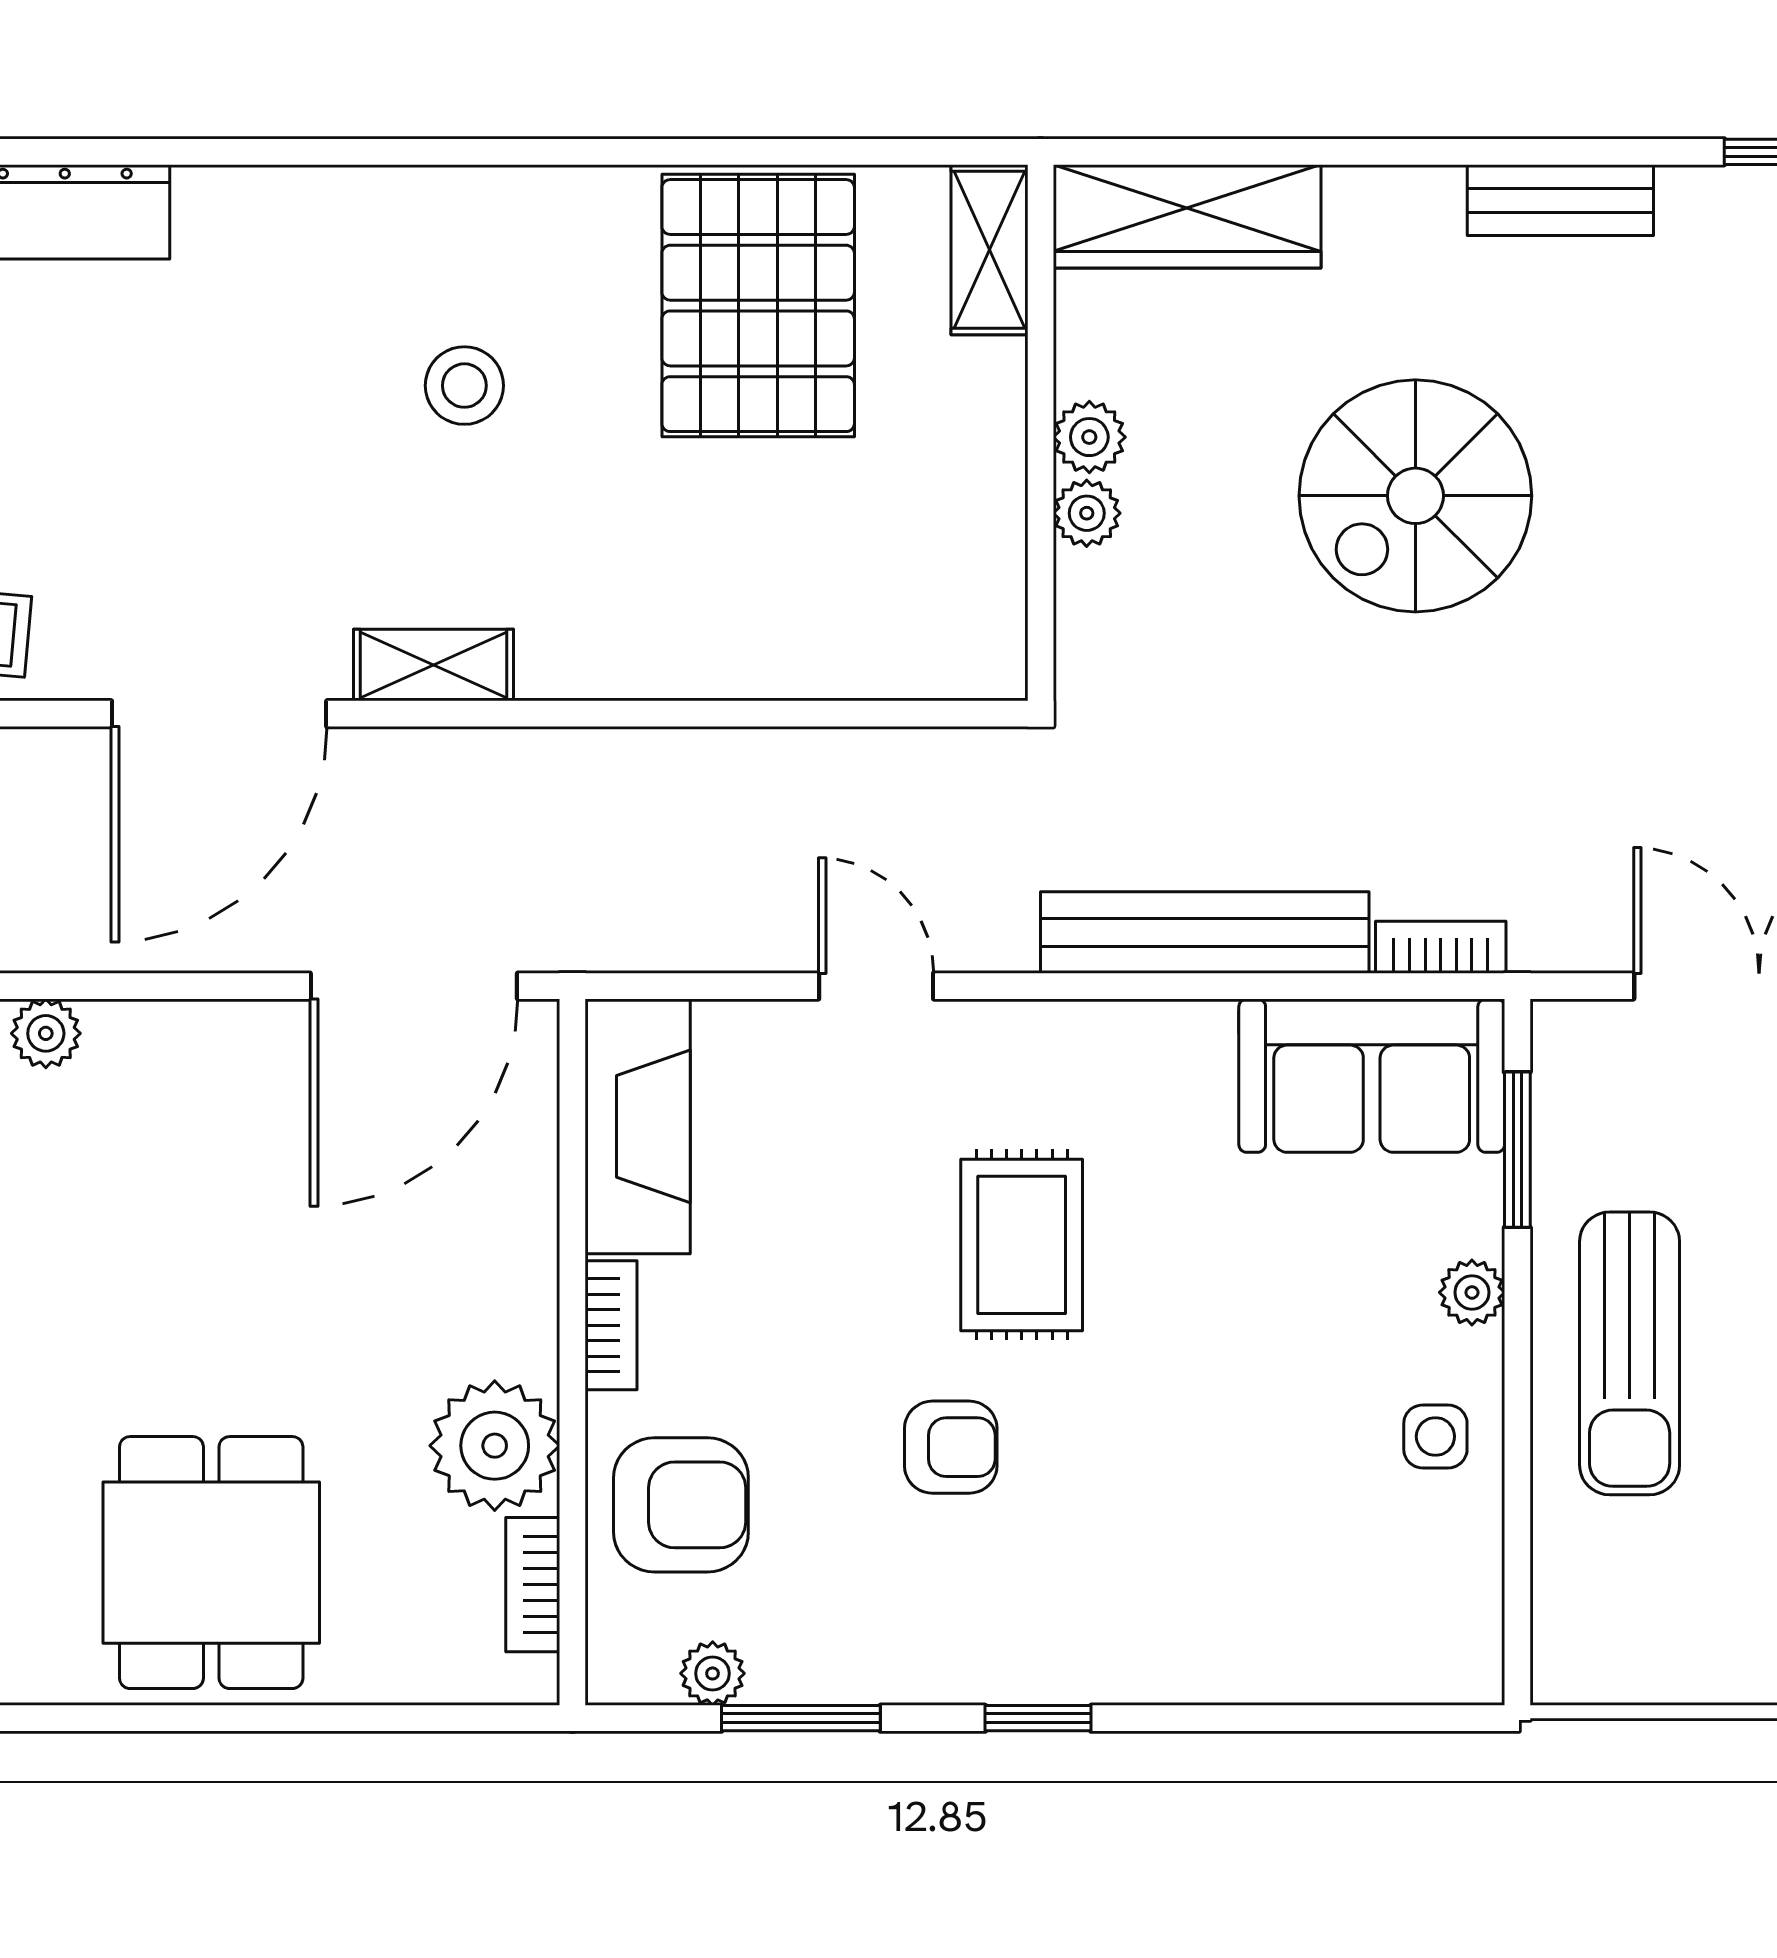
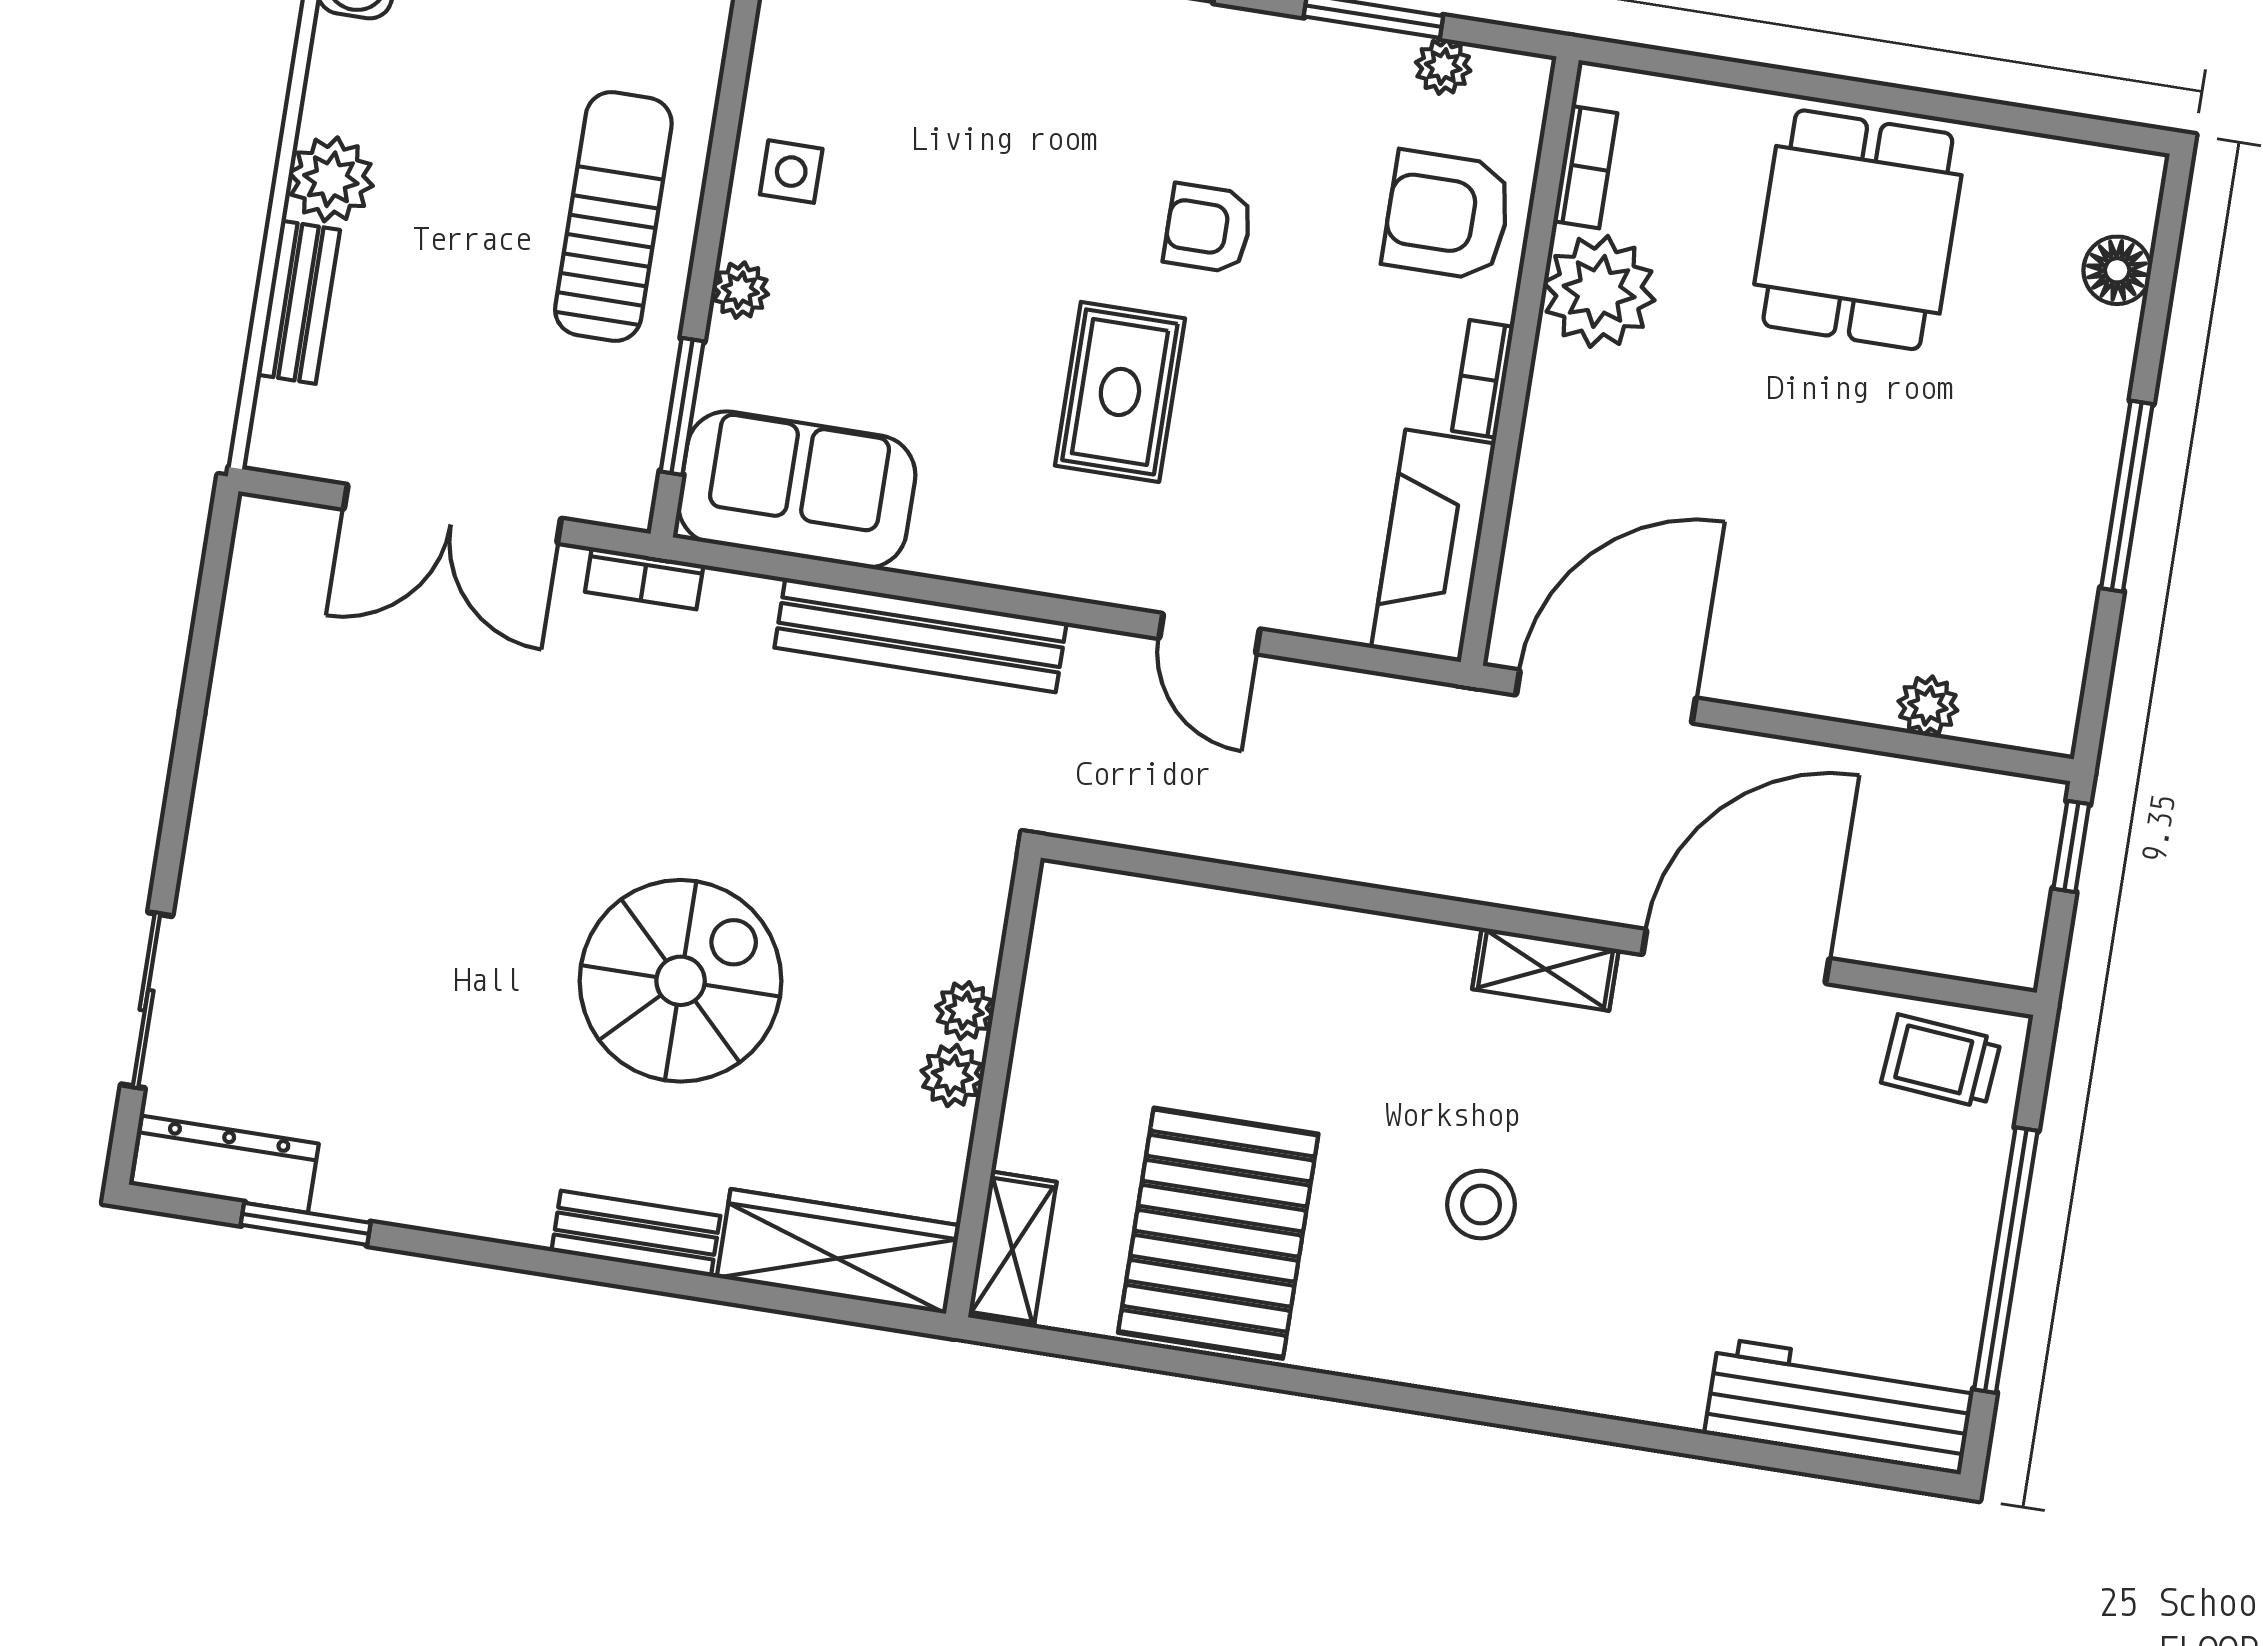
bench: (1560, 200) -> (636, 1234), moved
bookcase: (1441, 947) -> (644, 578), moved

